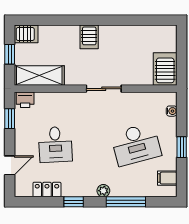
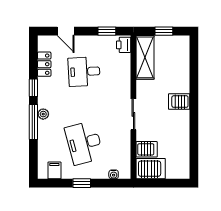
server rack: (26, 34) -> (147, 149), moved, turned -90
window: (126, 202) -> (33, 122), moved

